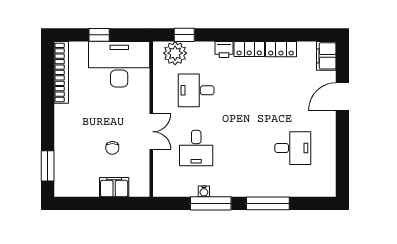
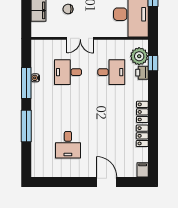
printer: (224, 50) -> (142, 73), moved
filing cabinet: (326, 56) -> (143, 170), width x0.50
desk: (196, 90) -> (111, 72), turned 90

